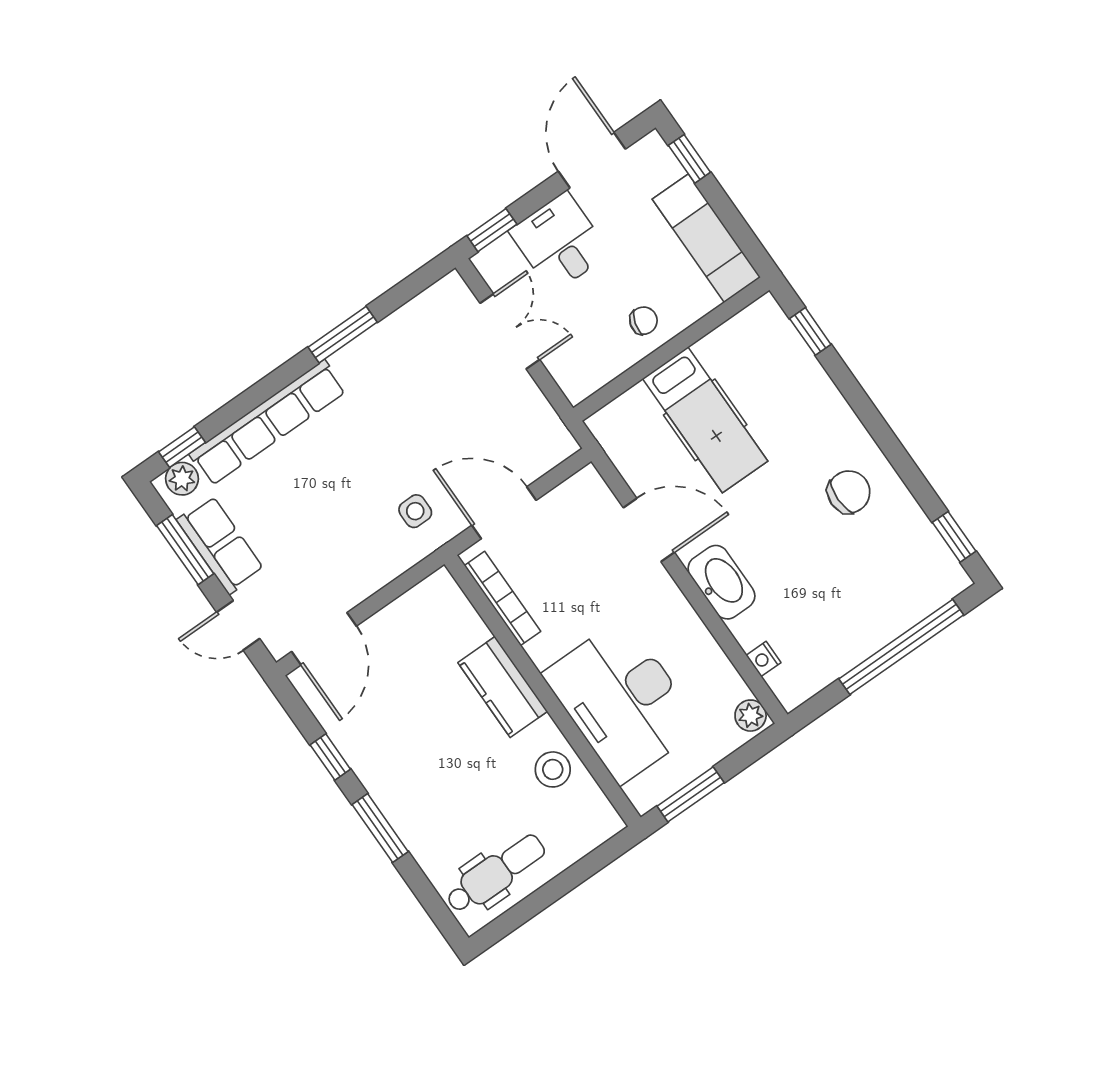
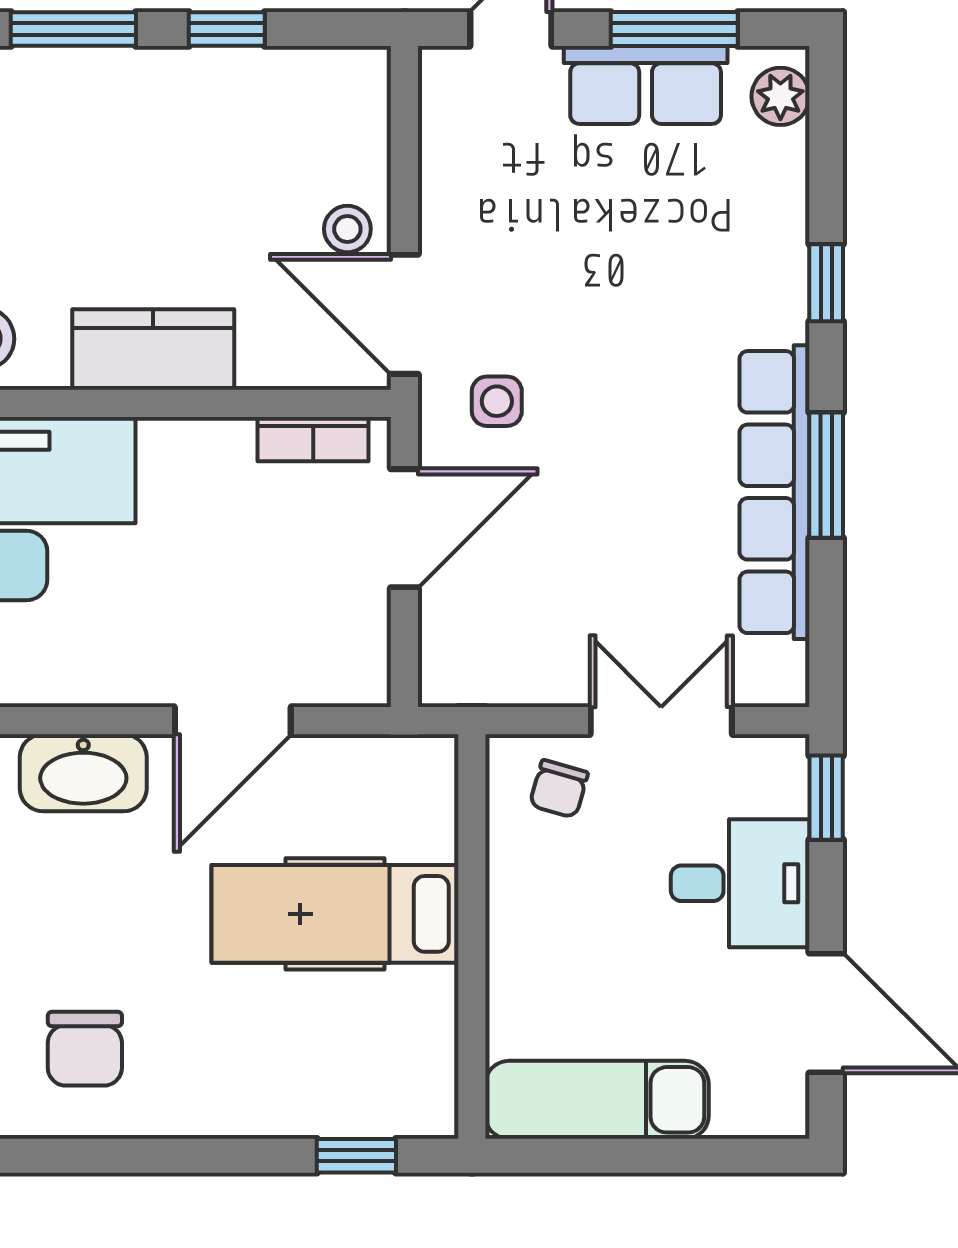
window: (689, 159) -> (729, 1156), removed
chair: (643, 321) -> (559, 789), moved
double door: (510, 331) -> (661, 721), swing flipped
row of seats: (268, 423) -> (774, 492), moved
window: (182, 447) -> (826, 283), moved
bookcase: (502, 598) -> (313, 439), width x0.64
stool: (384, 636) -> (347, 229), added
door: (324, 639) -> (404, 314), moved

